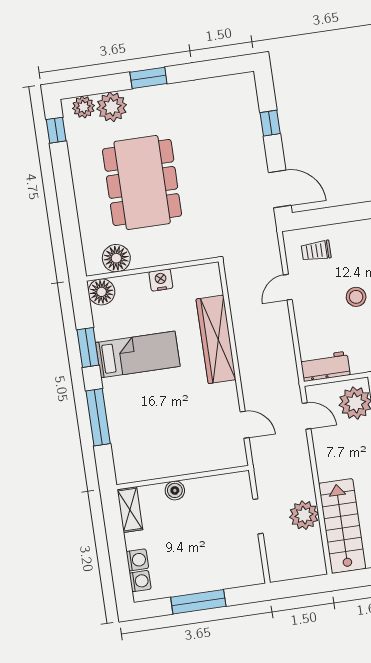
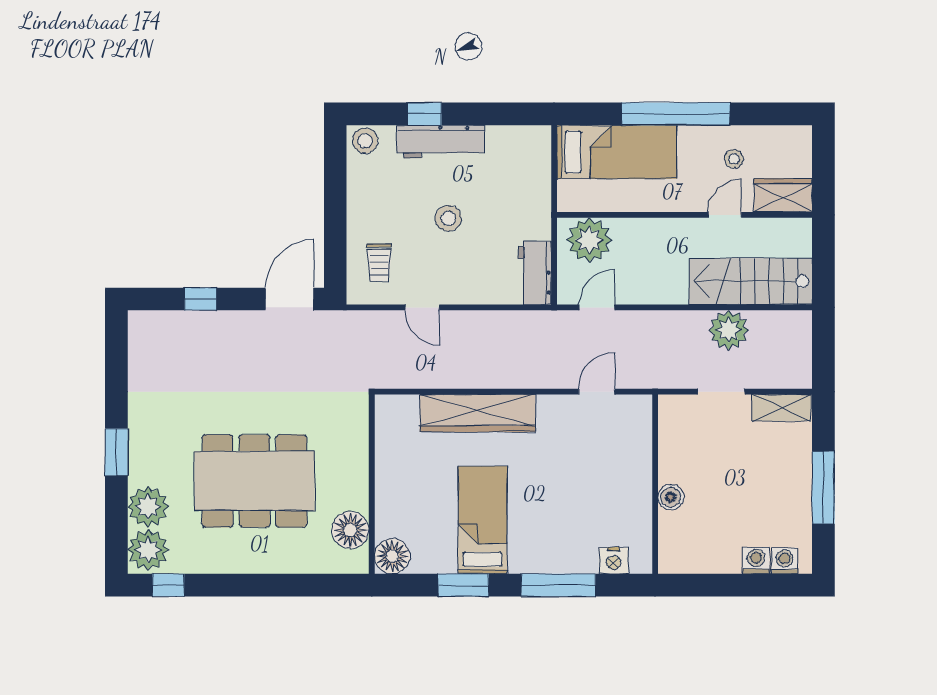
plant: (83, 107) -> (148, 550), width x1.36, depth x1.36
nightstand: (161, 280) -> (614, 561), moved, turned -90
shelving: (130, 510) -> (782, 408), moved

